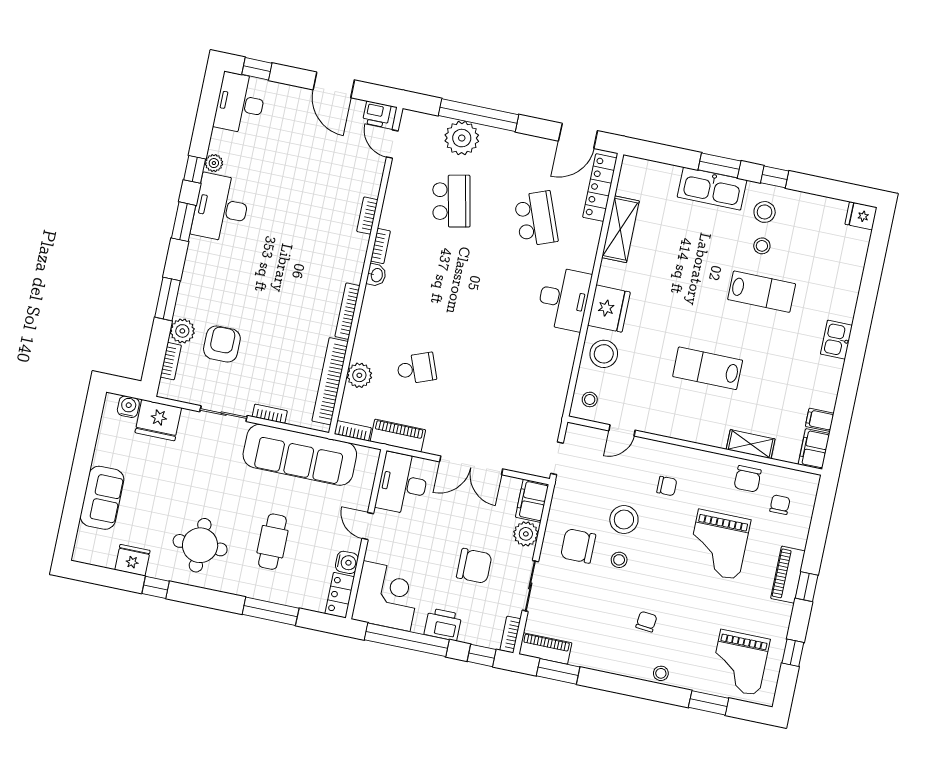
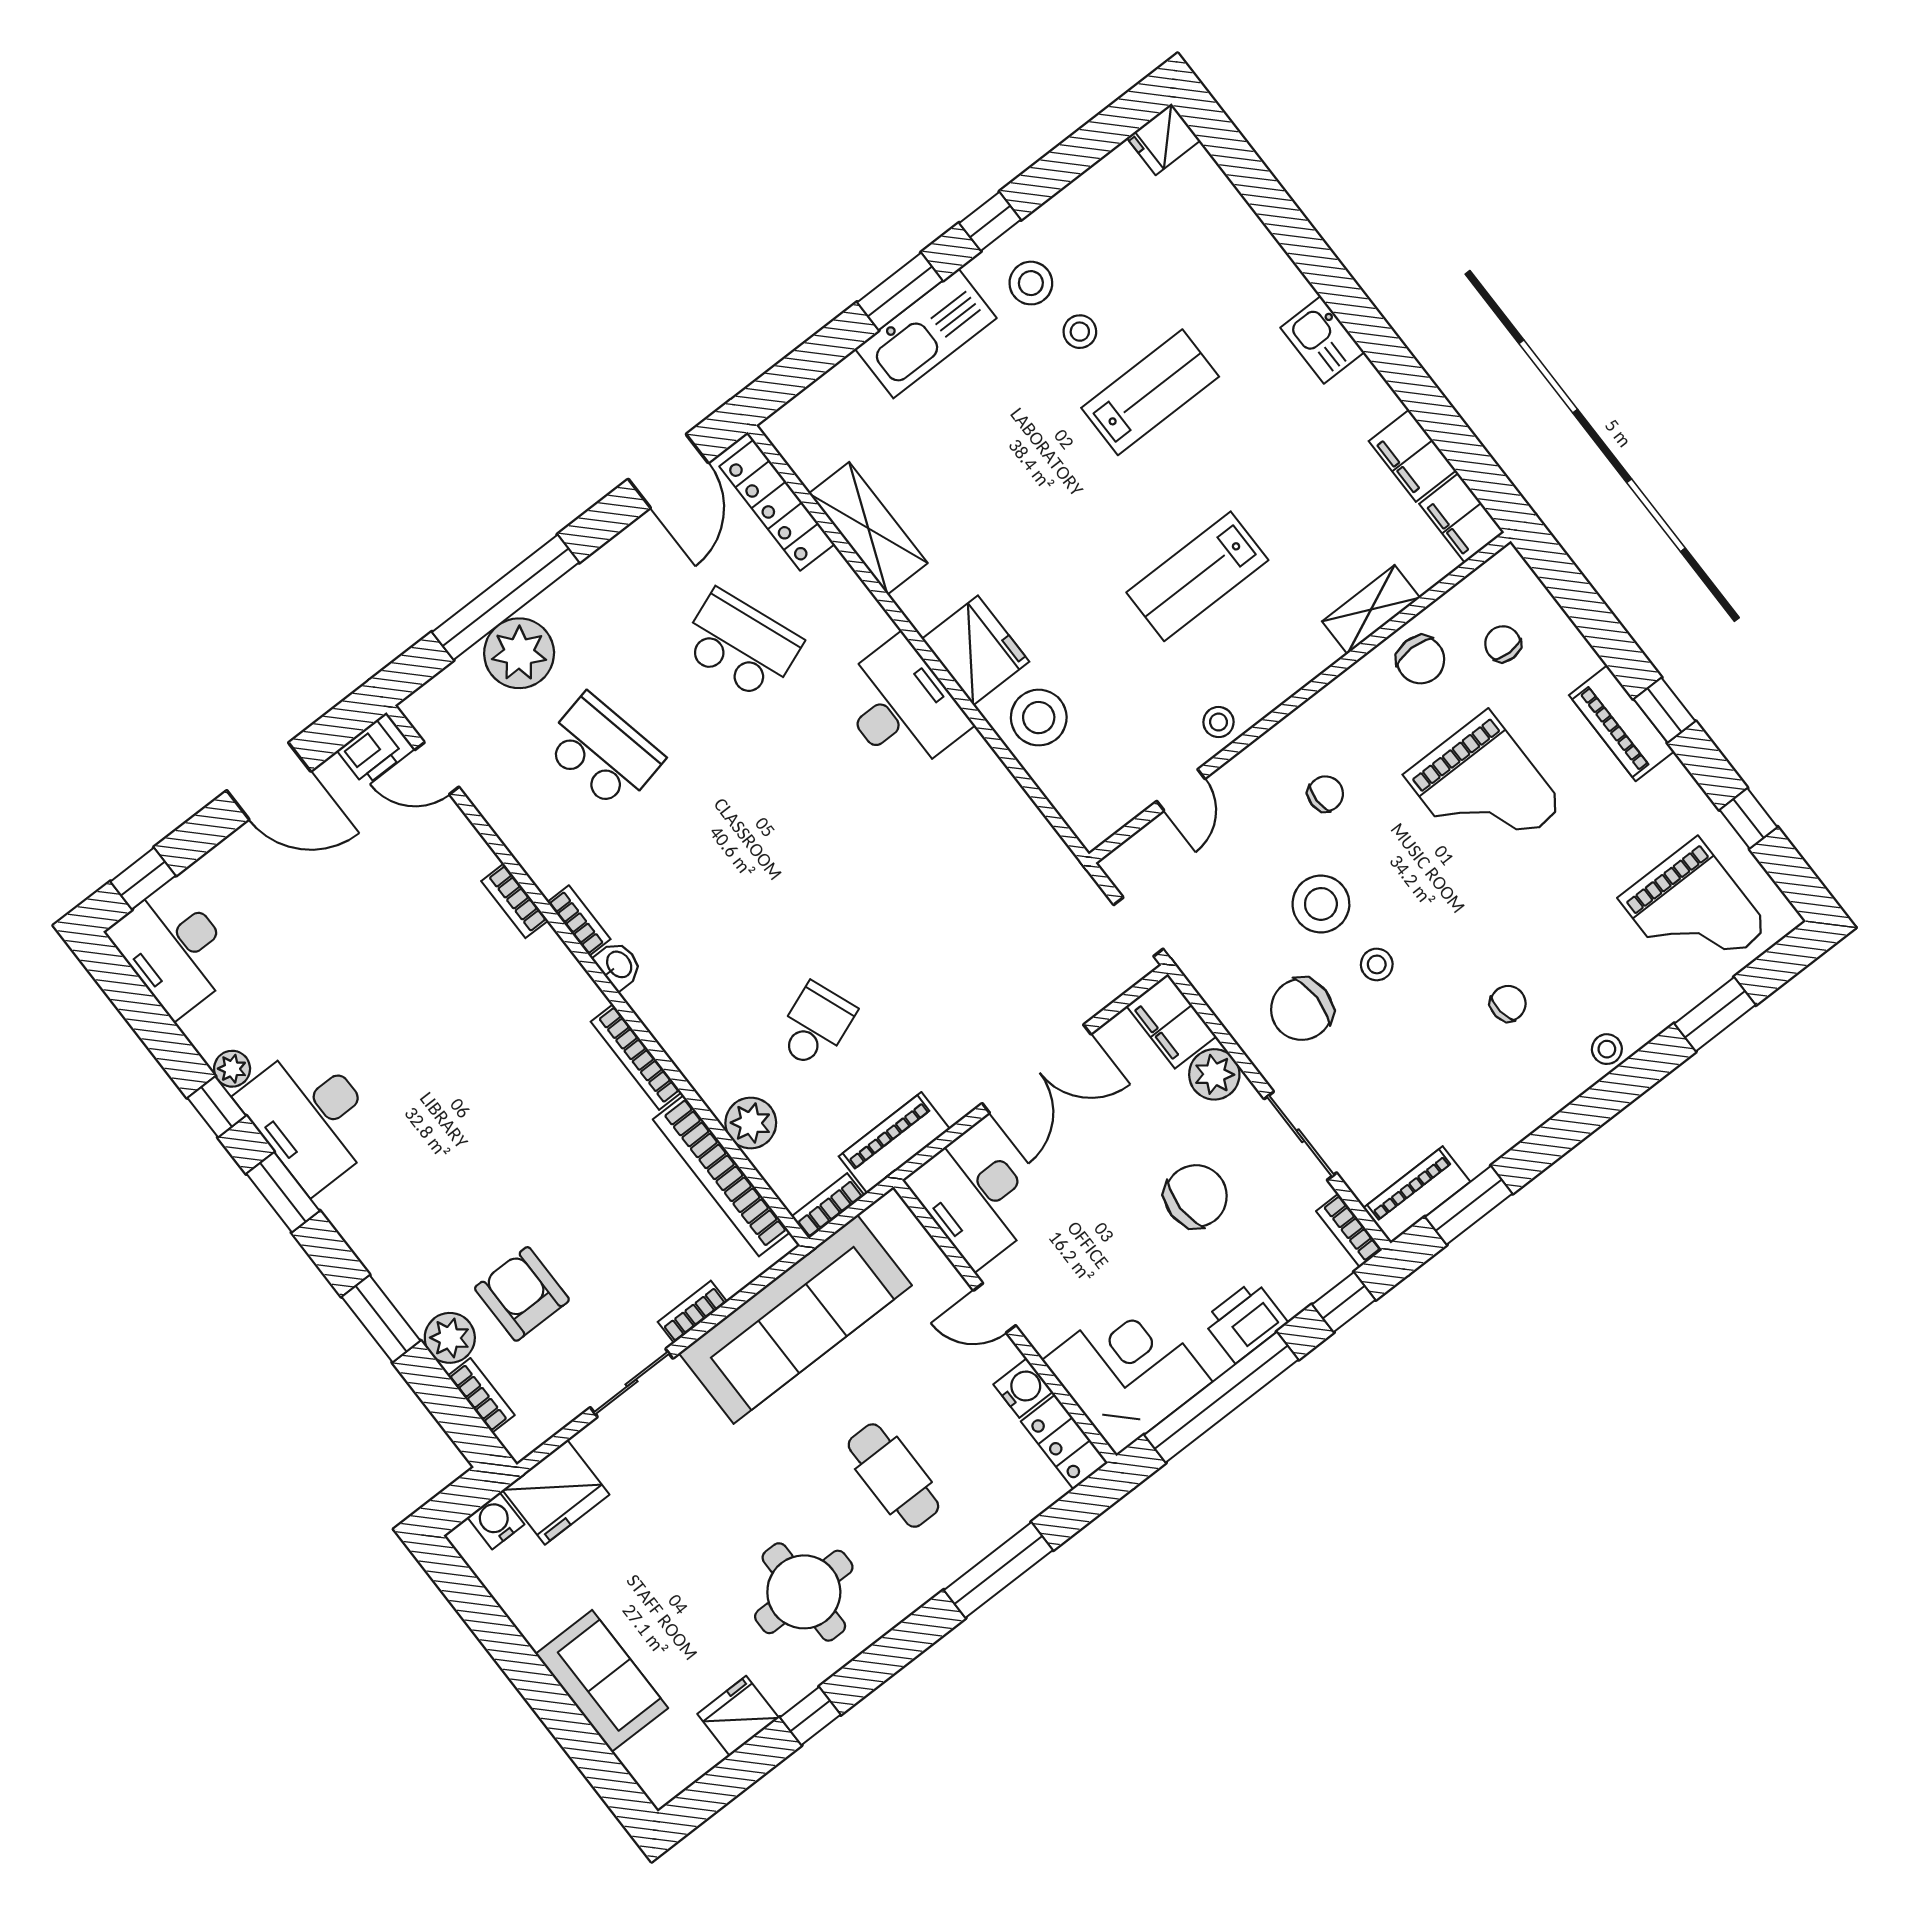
stool: (590, 399) -> (1218, 722), moved
filing cabinet: (820, 420) -> (1412, 456), width x2.00
chair: (646, 622) -> (1508, 1003), turned 77

